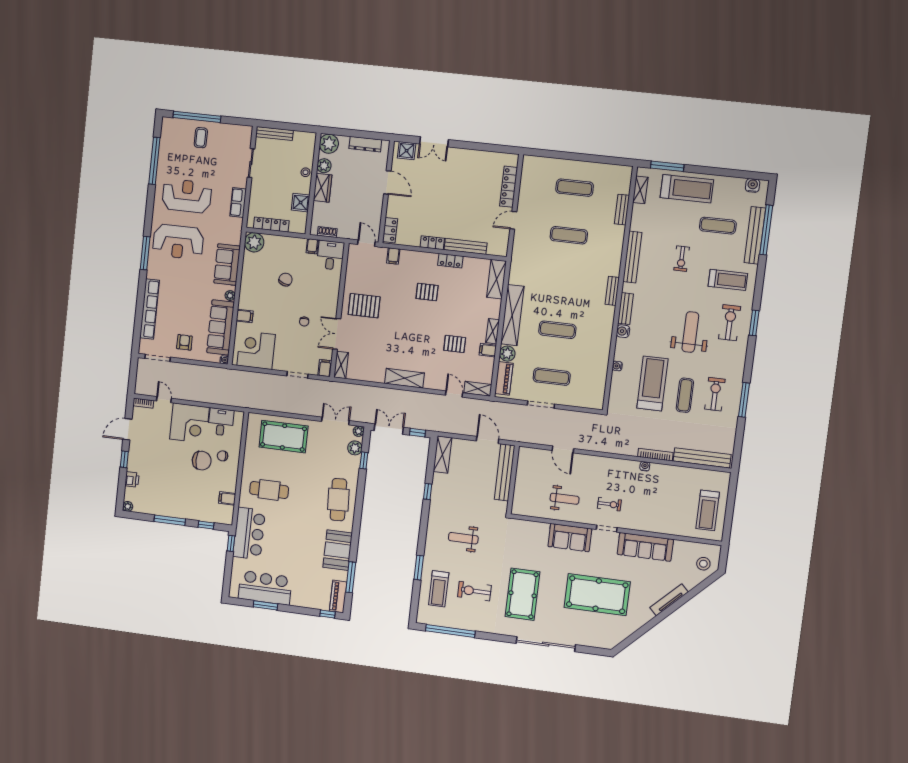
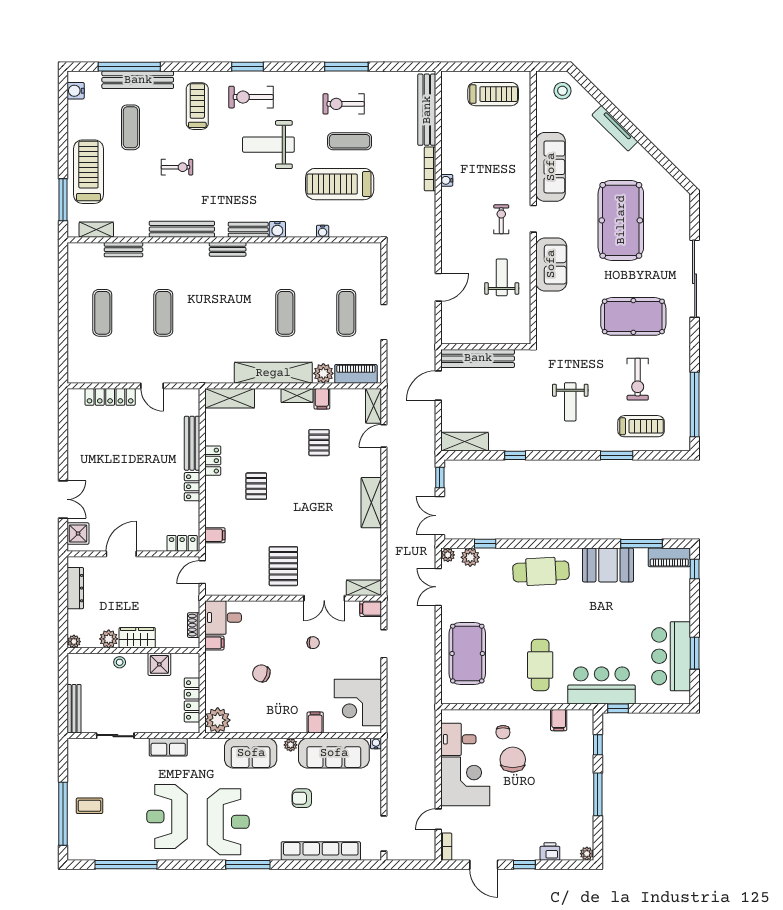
plant: (329, 144) -> (74, 642), width x0.53, depth x0.53
armchair: (184, 342) -> (302, 798), moved

